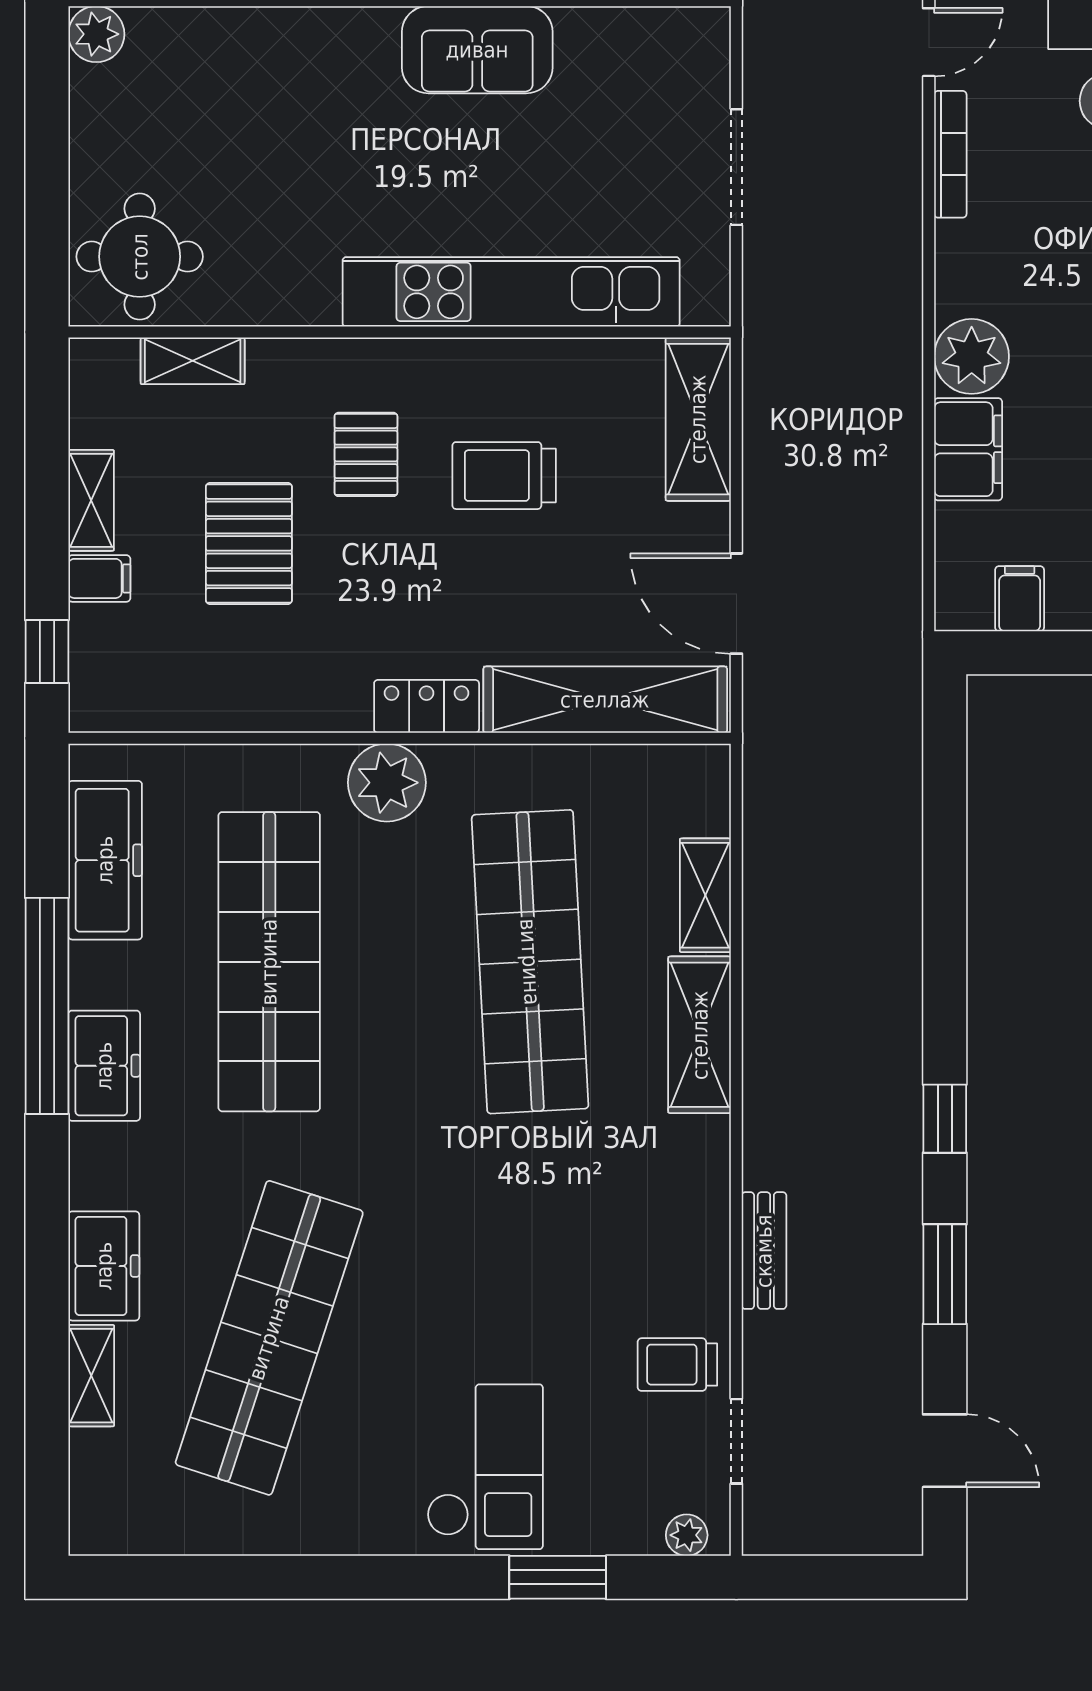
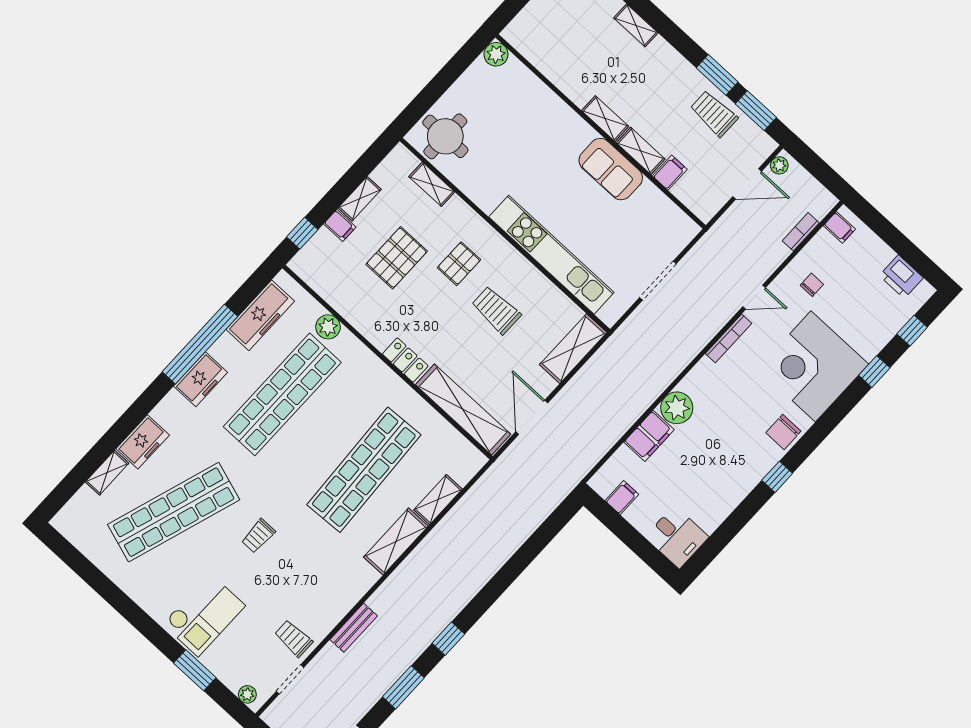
plant: (387, 783) -> (328, 327), moved, width x0.73, depth x0.73
trolley: (453, 1244) -> (258, 536), added

